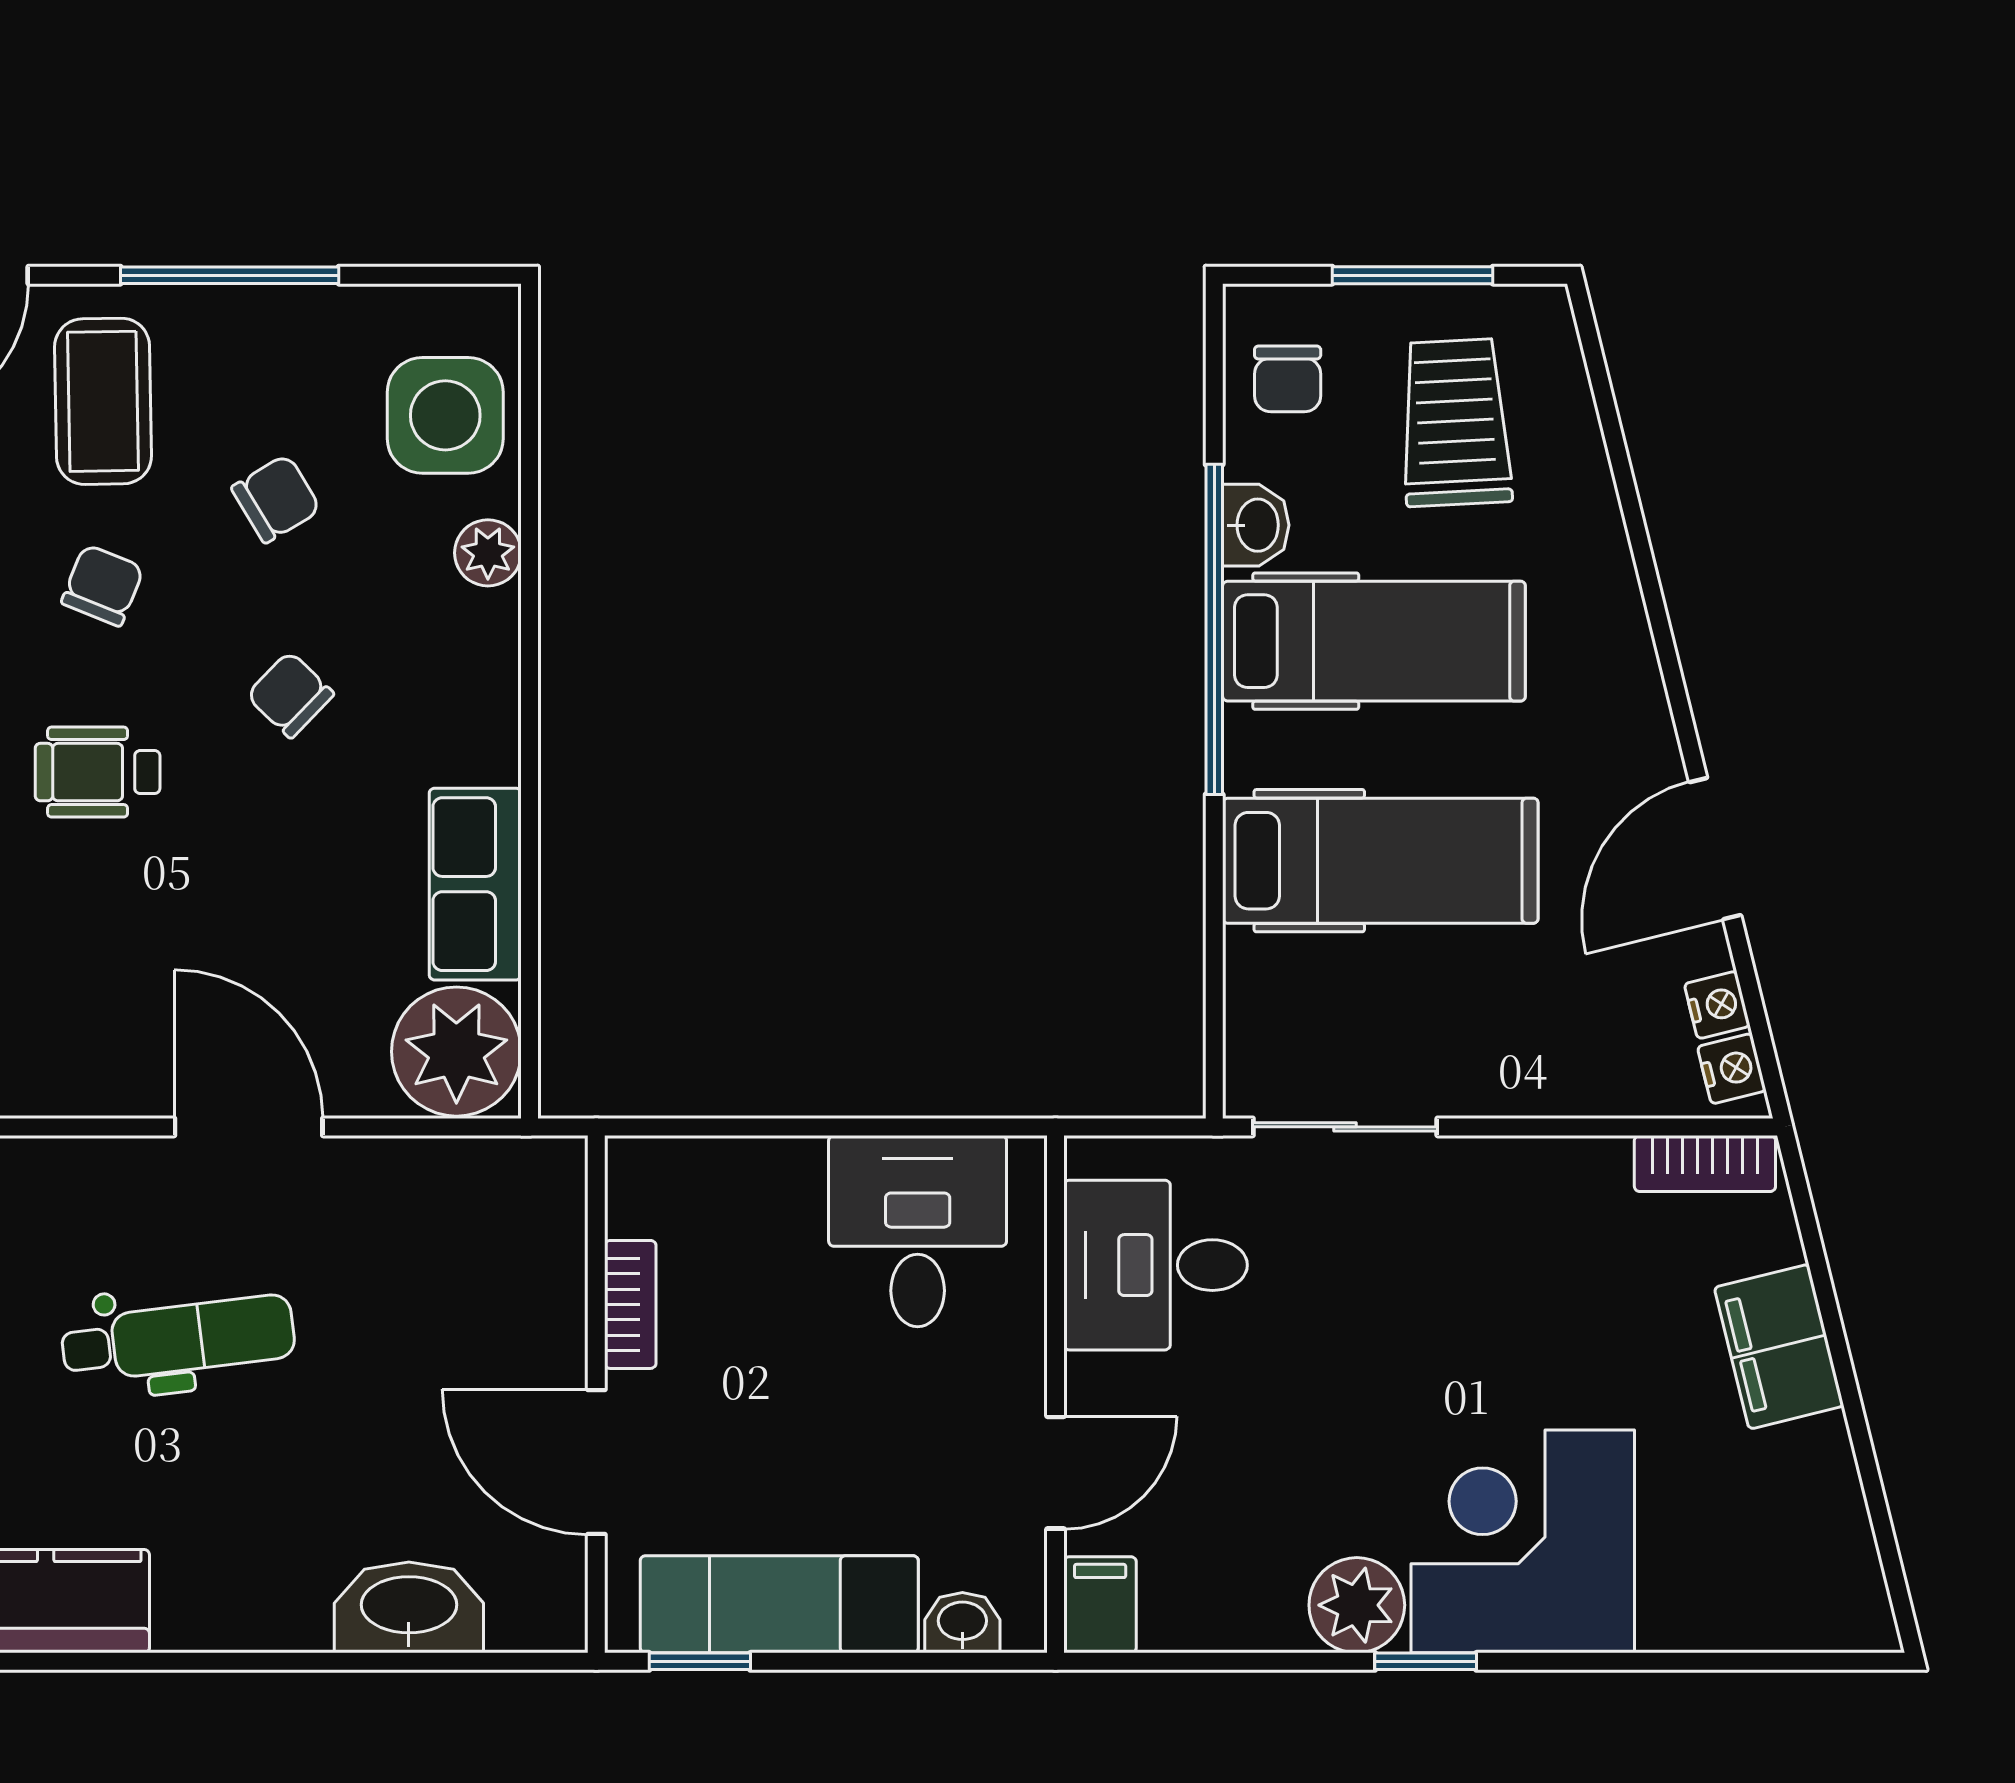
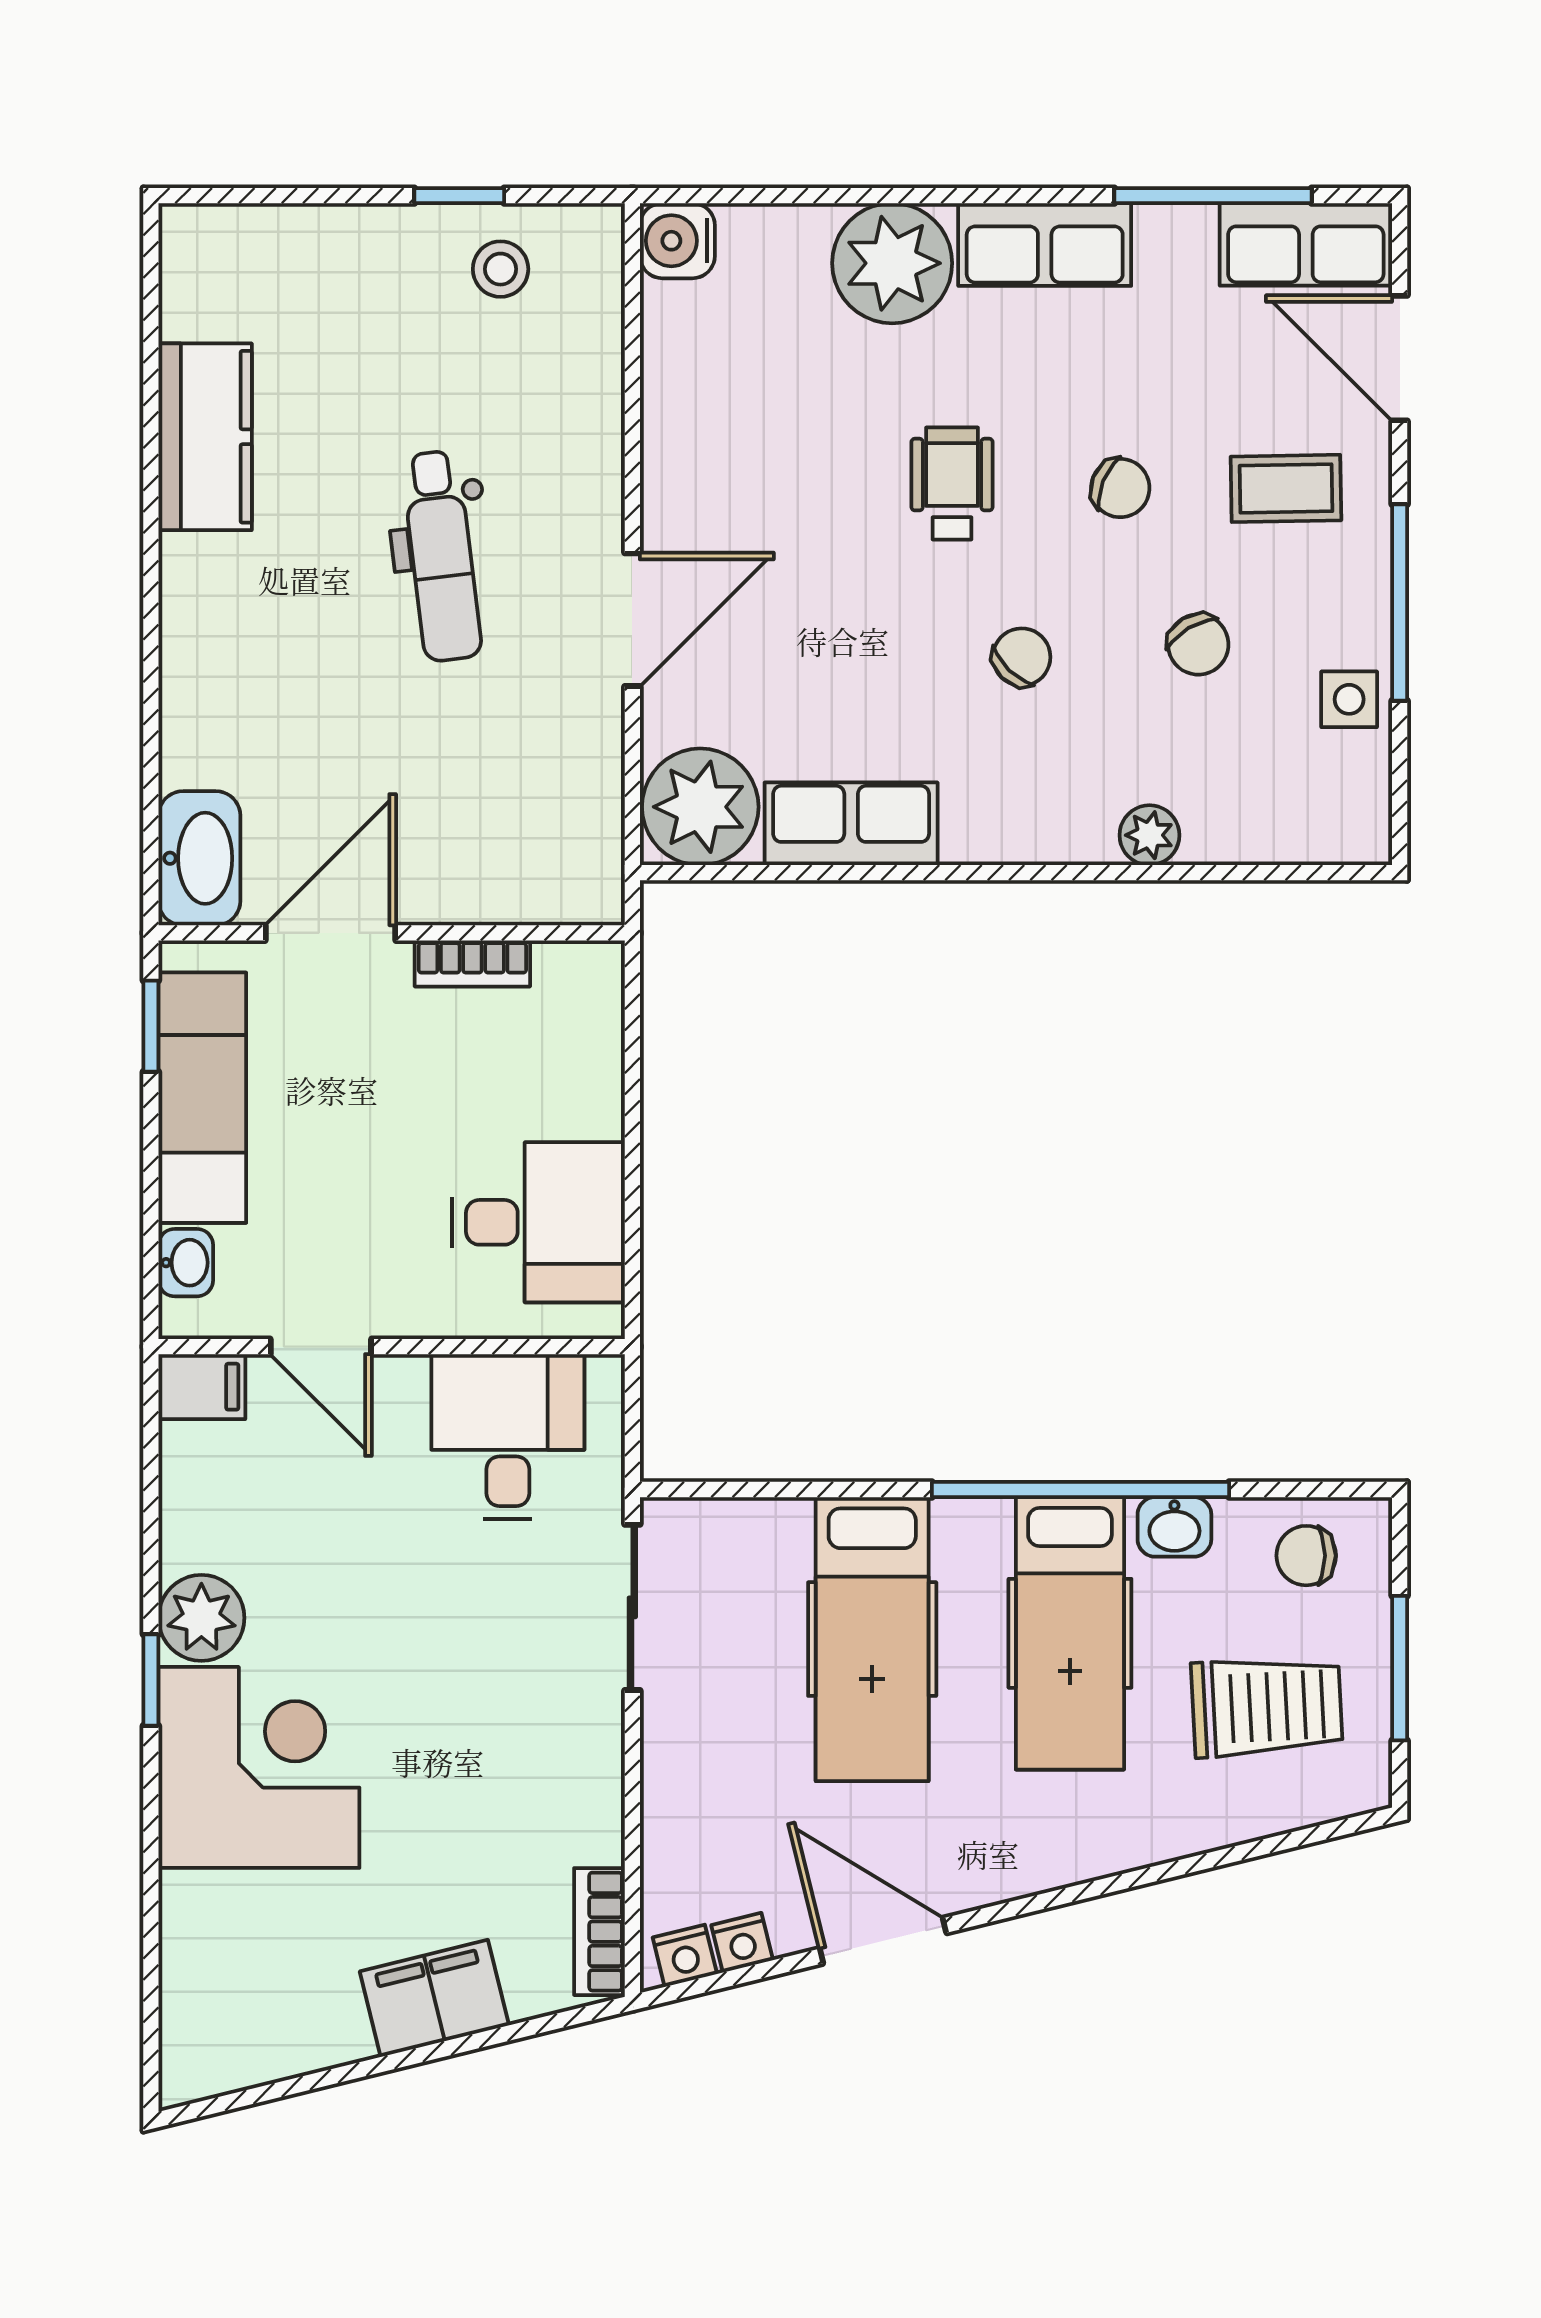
coffee table: (103, 401) -> (1286, 488), width x0.73, depth x0.77
side table: (445, 415) -> (1349, 699), moved, width x0.54, depth x0.54
washbasin: (409, 1607) -> (199, 858), moved

